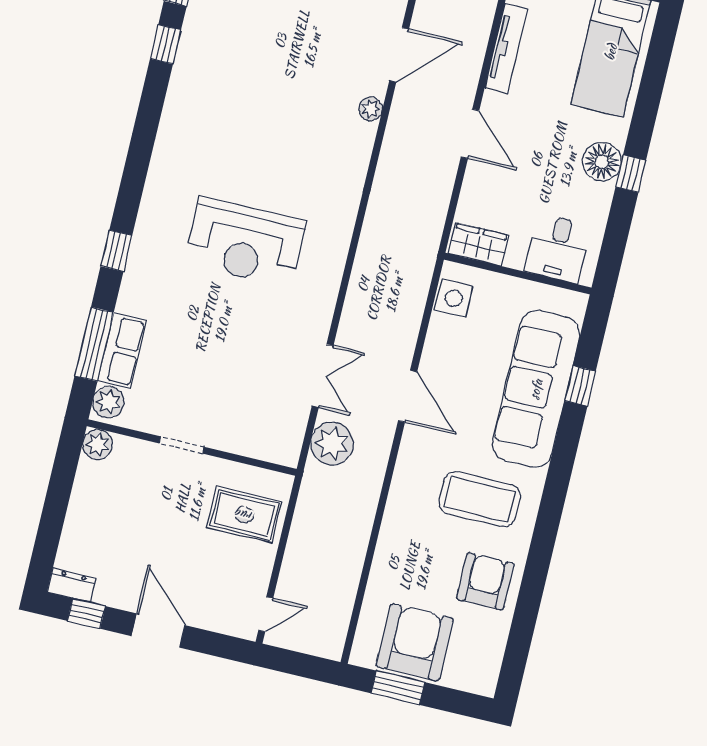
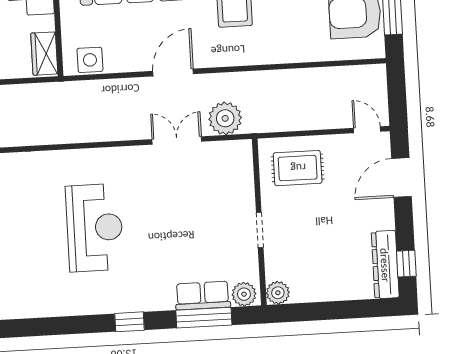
rug: (244, 515) -> (298, 168), turned 90
dresser: (71, 585) -> (385, 265), width x1.96, depth x1.24
door: (158, 631) -> (401, 178), moved

